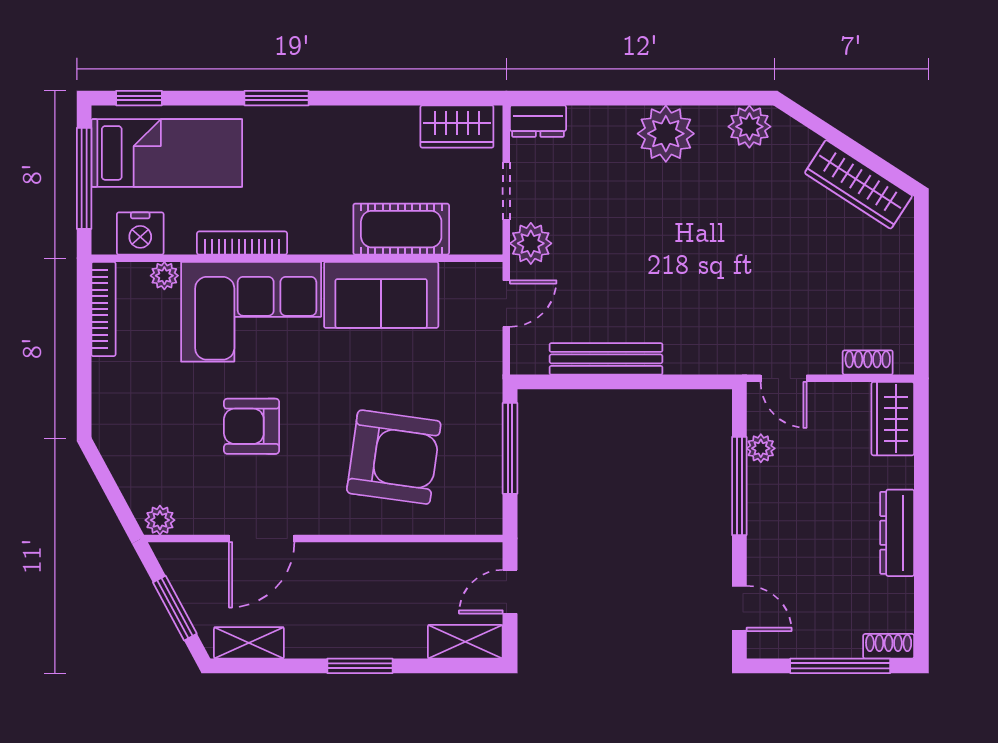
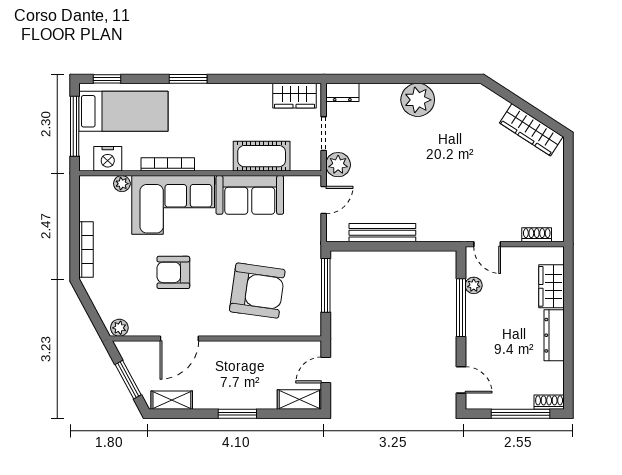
plant: (749, 127) -> (467, 96), removed
bookcase: (103, 309) -> (86, 250), moved
wardrobe: (893, 419) -> (552, 286), moved

